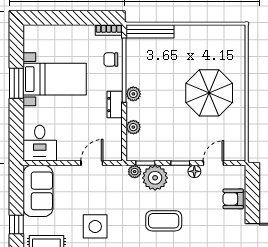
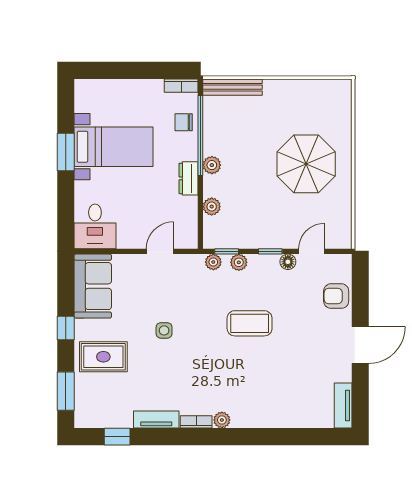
plant: (155, 178) -> (239, 262), width x0.53, depth x0.53
side table: (95, 226) -> (164, 330), width x0.54, depth x0.54

